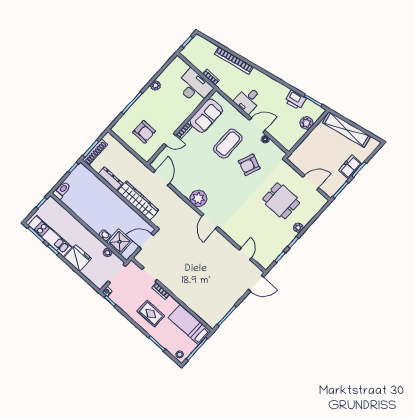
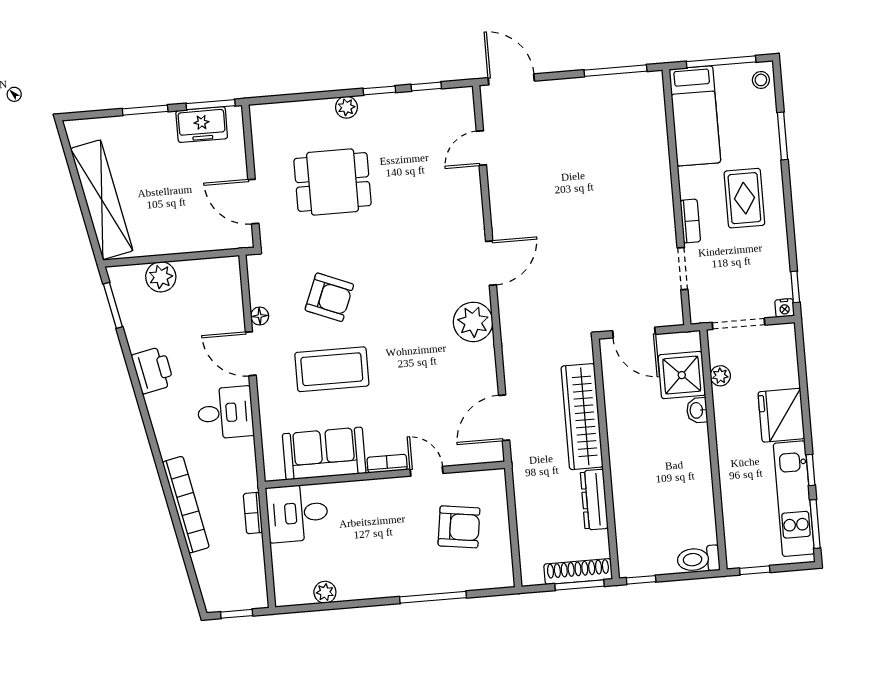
plant: (156, 86) -> (325, 592), moved
desk: (194, 87) -> (297, 513), width x0.73
printer: (295, 100) -> (153, 370), moved
armchair: (144, 132) -> (459, 527), turned 98
freezer: (350, 167) -> (202, 125), moved
door: (311, 182) -> (253, 202), moved
dining table: (281, 201) -> (333, 182), turned 90

